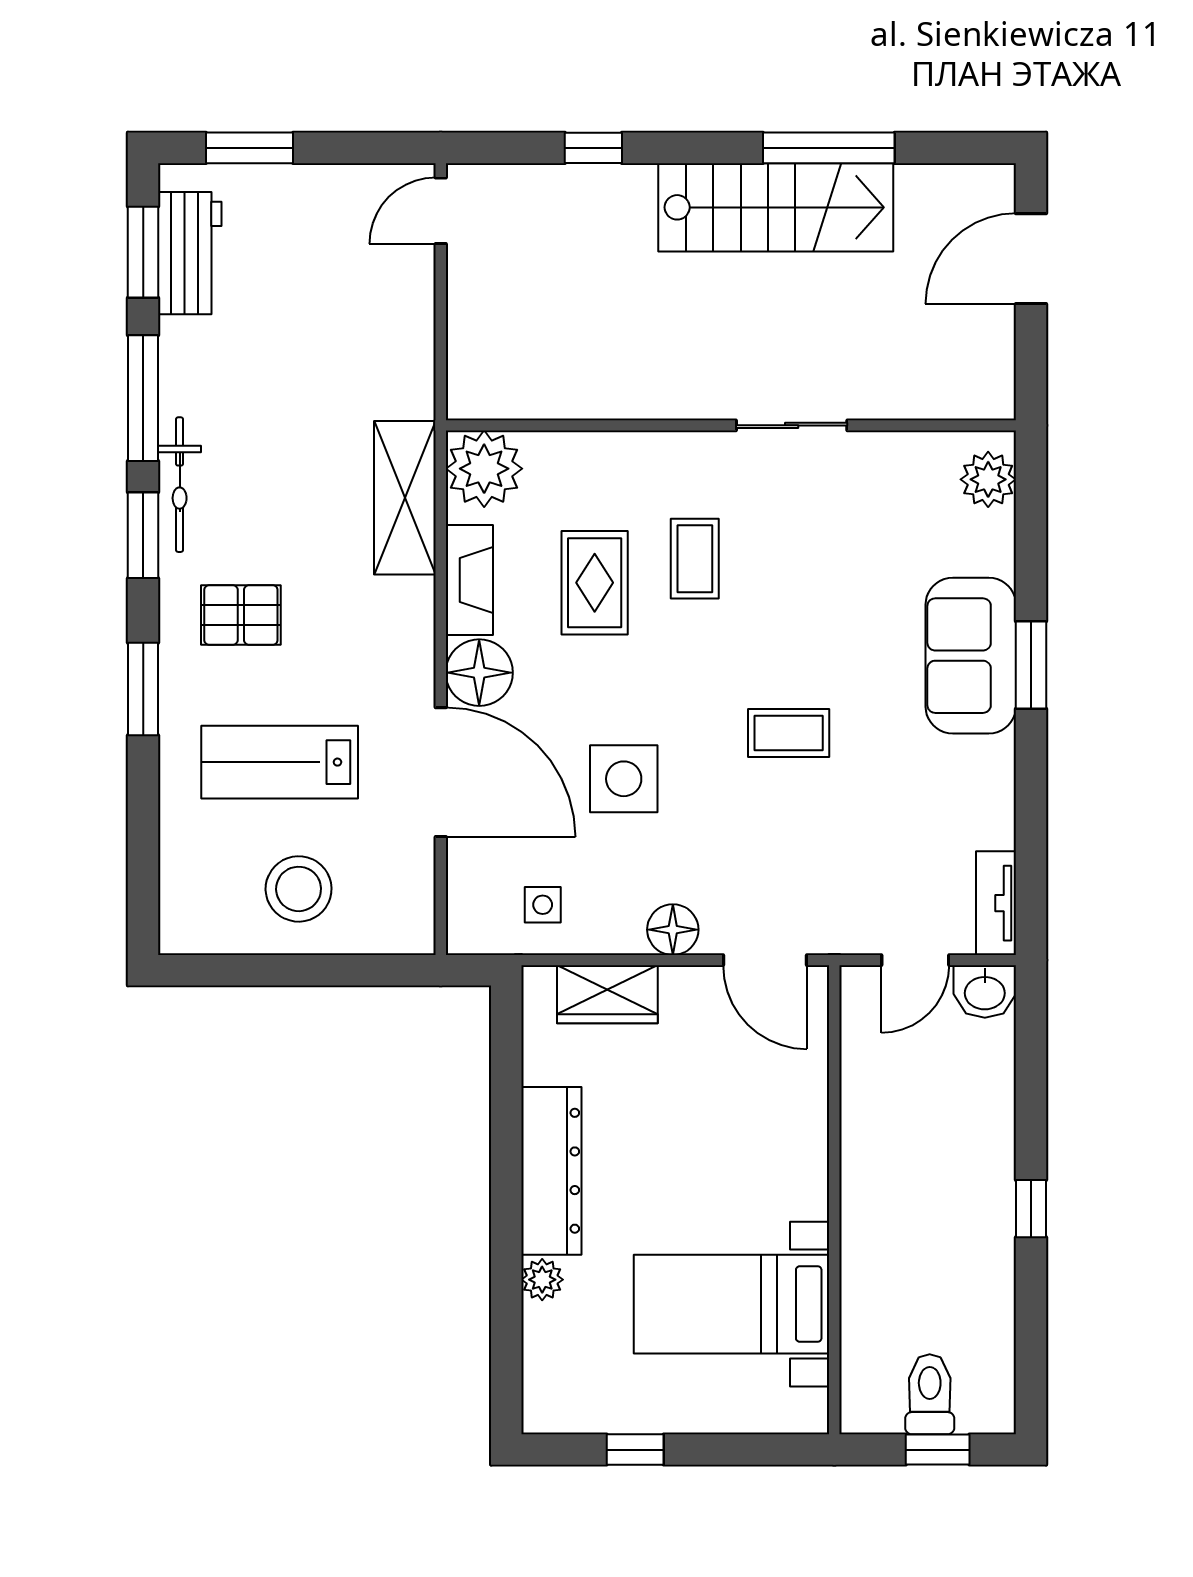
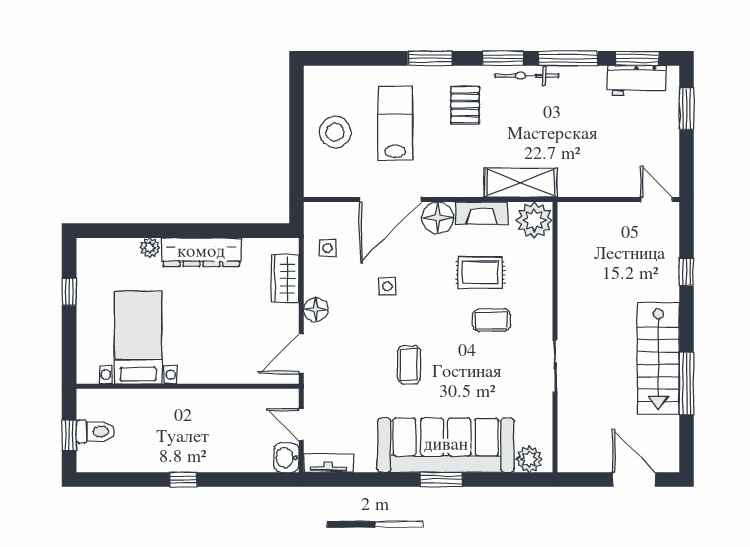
sofa: (971, 656) -> (446, 445), width x1.85, depth x1.27
side table: (624, 779) -> (387, 286), width x0.54, depth x0.54

